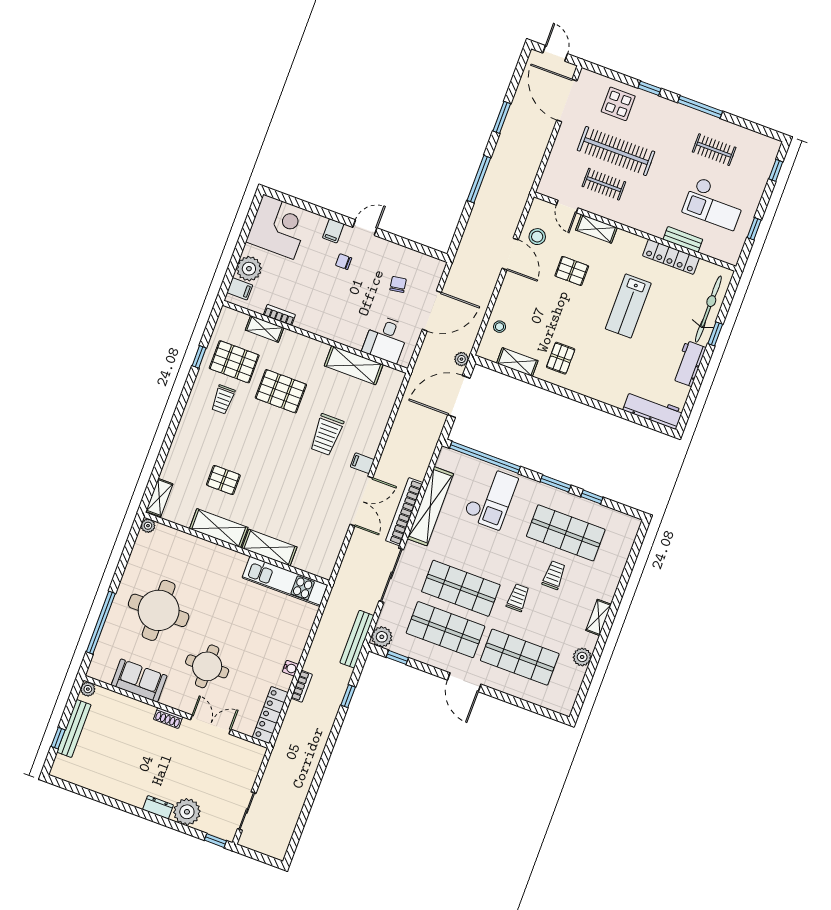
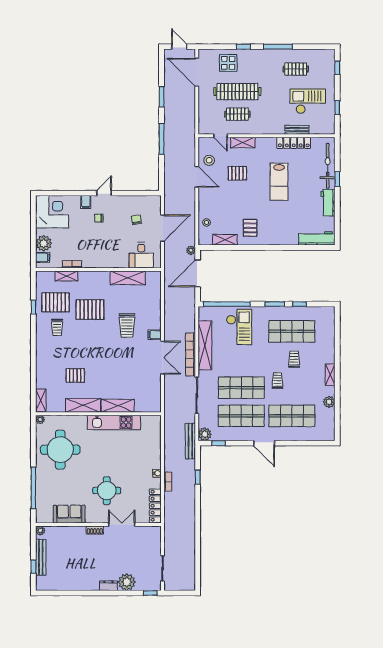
checkout: (714, 203) -> (308, 101), turned 180
kitchen unit: (285, 581) -> (114, 422), moved
round table: (159, 610) -> (60, 450), moved

